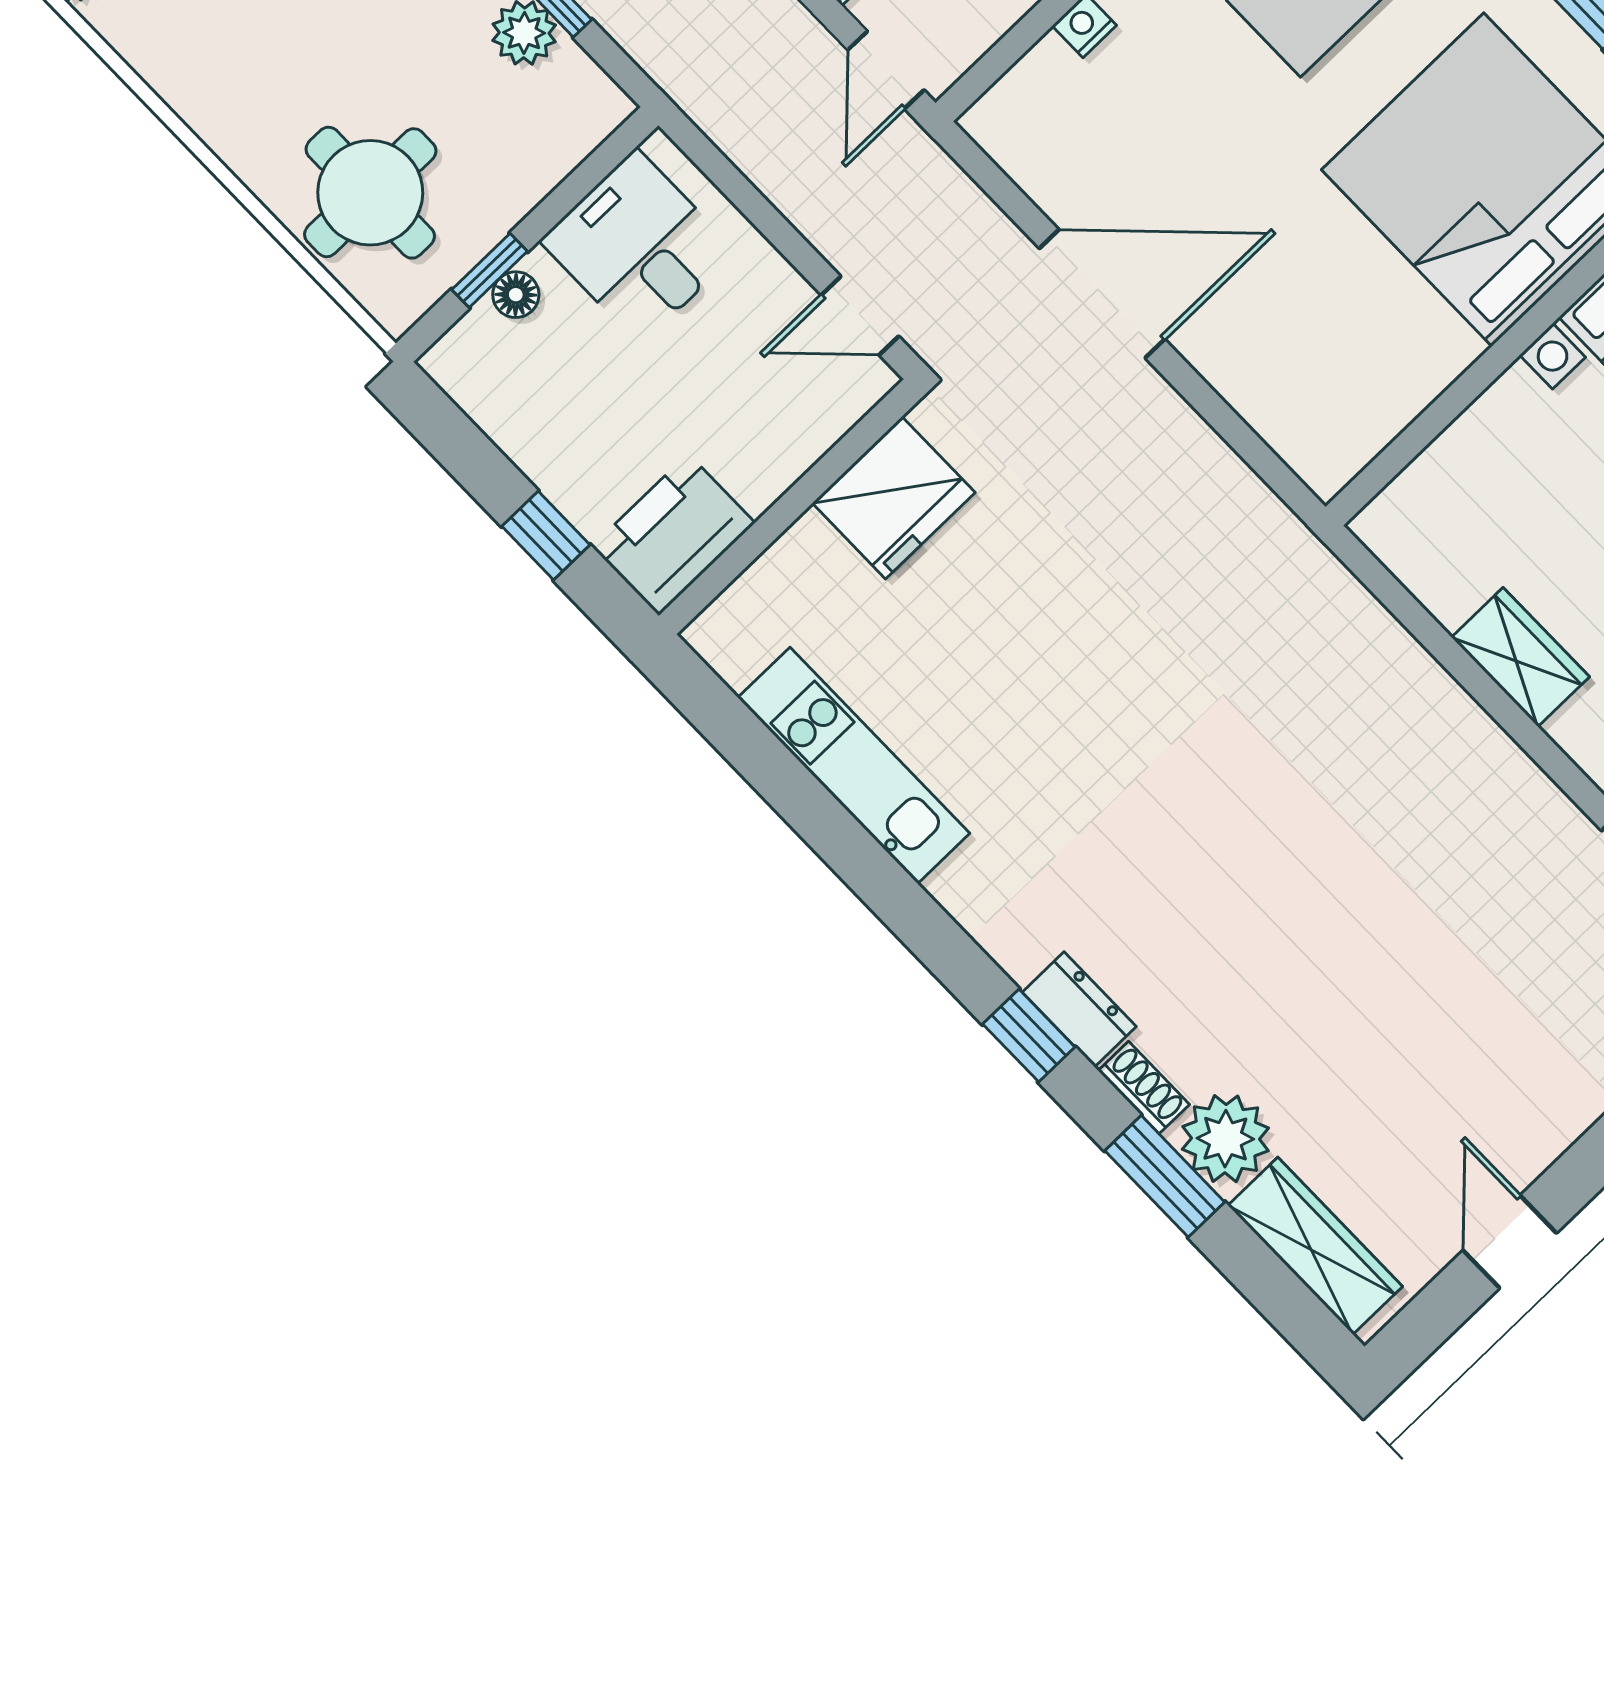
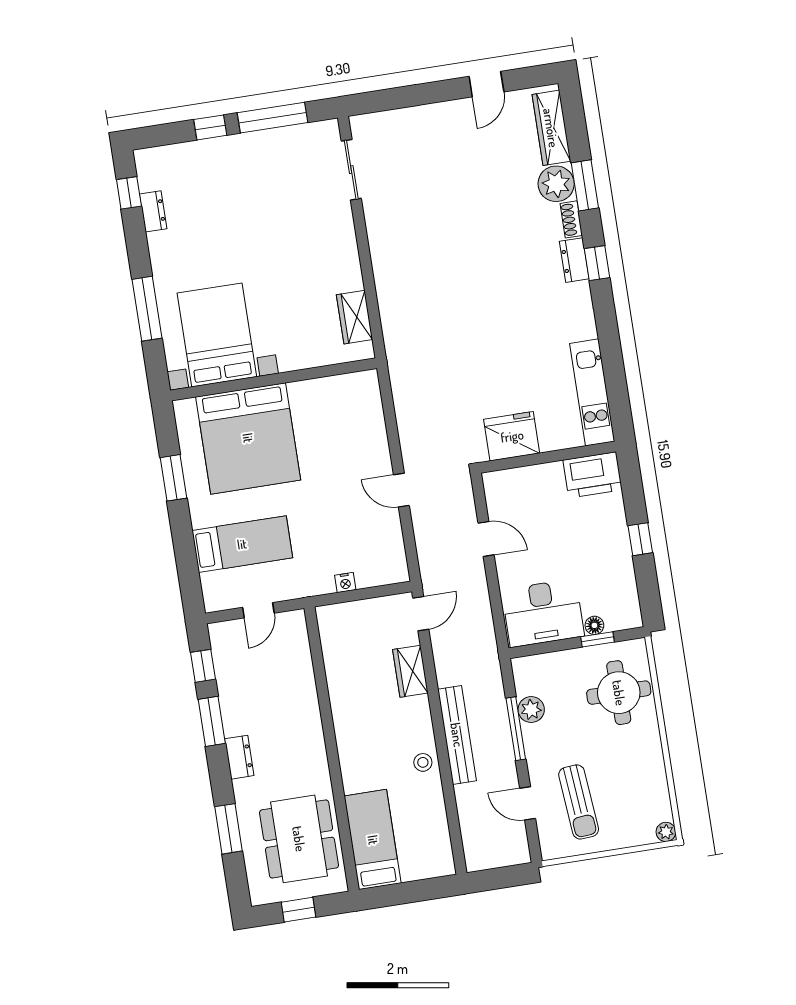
desk: (638, 247) -> (543, 613), width x1.37
door: (1102, 294) -> (401, 490), width x0.53
fridge: (894, 498) -> (512, 436), moved
wall: (790, 507) -> (548, 457), moved
printer: (674, 535) -> (593, 475), moved
wardrobe: (1520, 657) -> (355, 317), moved

